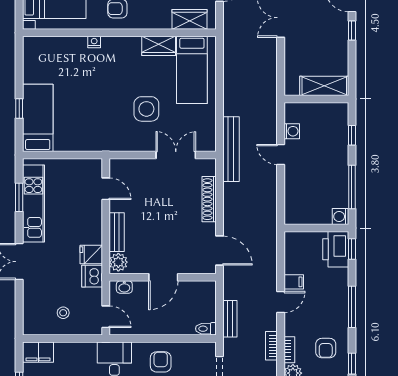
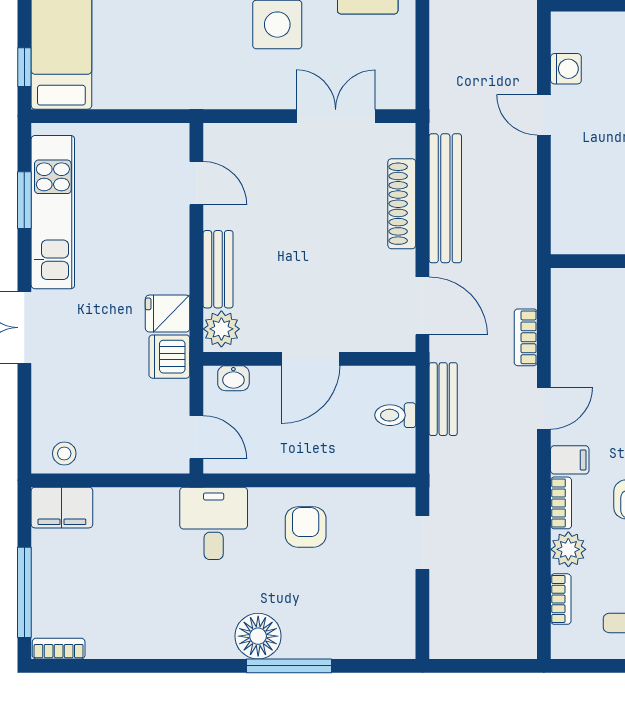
window: (19, 109) -> (24, 67), moved
bench: (231, 149) -> (445, 198), moved
filing cabinet: (294, 282) -> (570, 460), moved
stool: (63, 313) -> (64, 454), moved
bench: (230, 319) -> (443, 399), moved
toilet: (206, 329) -> (395, 415), moved
bookcase: (271, 346) -> (526, 337), moved

